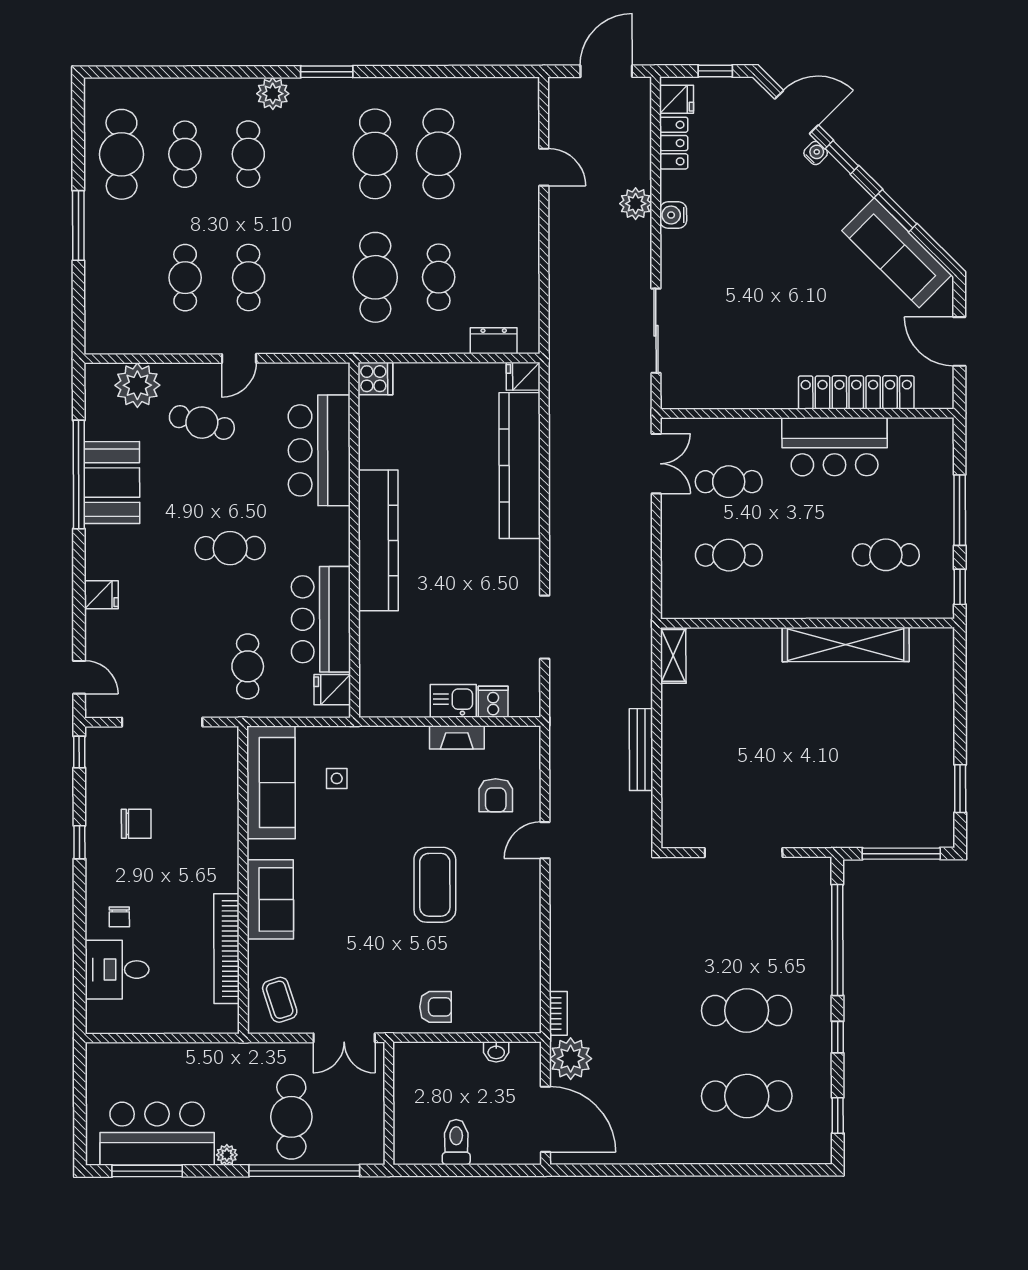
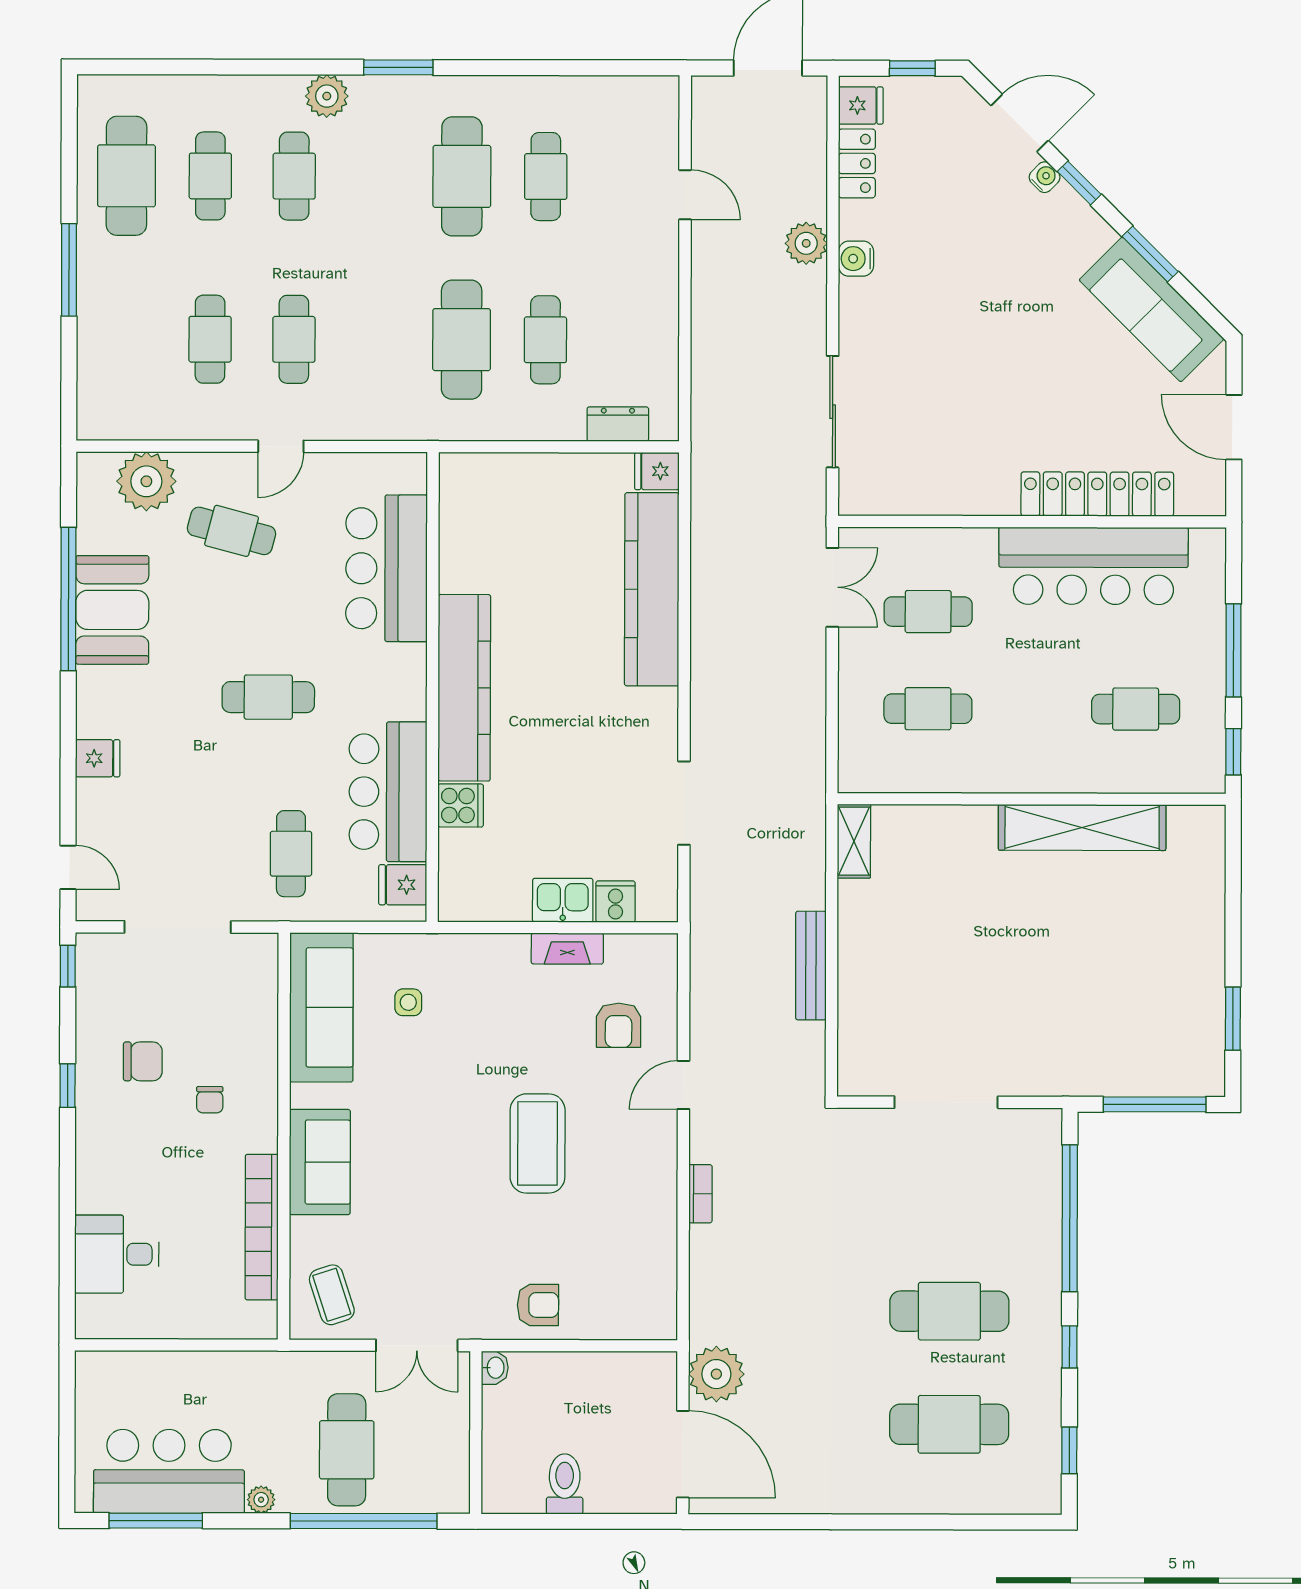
cafe table: (438, 154) -> (546, 177), width x0.73, depth x0.74
cooker: (375, 379) -> (461, 805), moved
bar counter: (835, 447) -> (1093, 566), width x1.36
chair: (119, 917) -> (210, 1100), moved
bookcase: (558, 1013) -> (700, 1194), moved
washbasin: (496, 1052) -> (495, 1368), moved, turned -90

